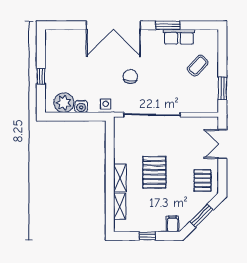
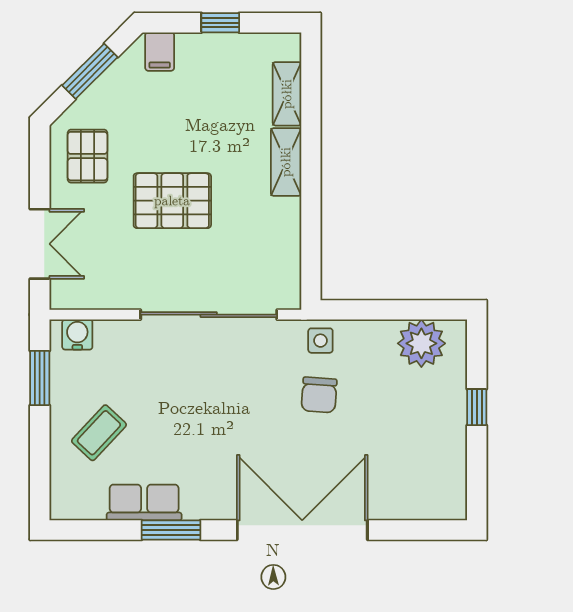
chair: (130, 77) -> (319, 395), moved
water cooler: (81, 106) -> (77, 335), moved
pallet: (154, 172) -> (172, 201), moved, turned 90

